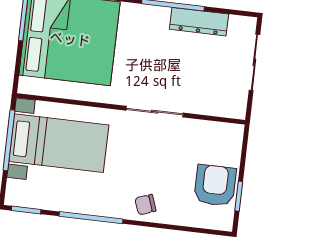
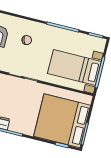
chair: (145, 205) -> (27, 40), moved

